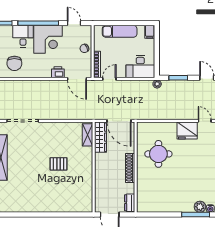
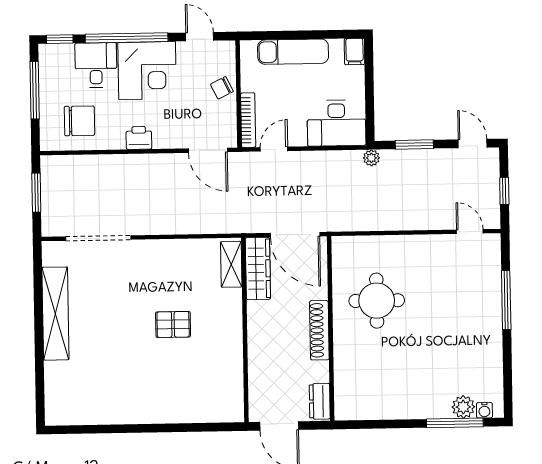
chair: (14, 63) -> (79, 121), turned -90
printer: (58, 72) -> (139, 138), moved
fridge: (187, 130) -> (434, 252), removed

